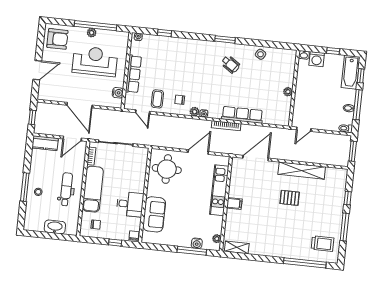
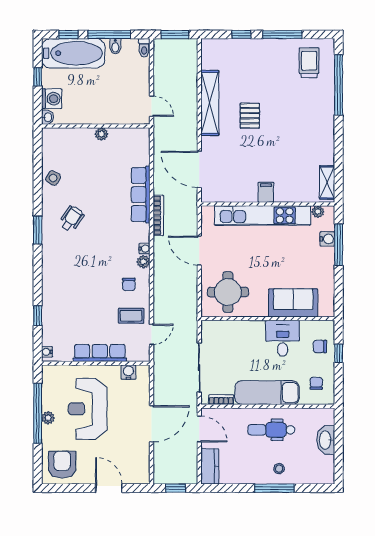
bathtub: (350, 72) -> (73, 53), width x1.36, depth x1.36
kitchen unit: (219, 190) -> (263, 216), width x1.36
chair: (134, 236) -> (320, 346), moved

